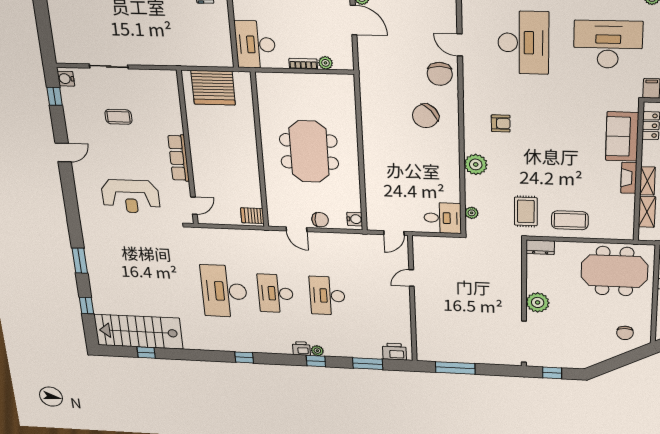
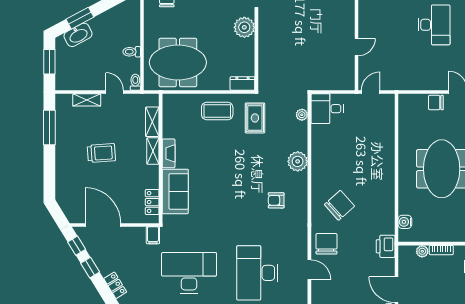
desk: (608, 44) -> (189, 273), turned 180
printer: (369, 69) -> (386, 246), added
water cooler: (355, 219) -> (405, 222), moved

